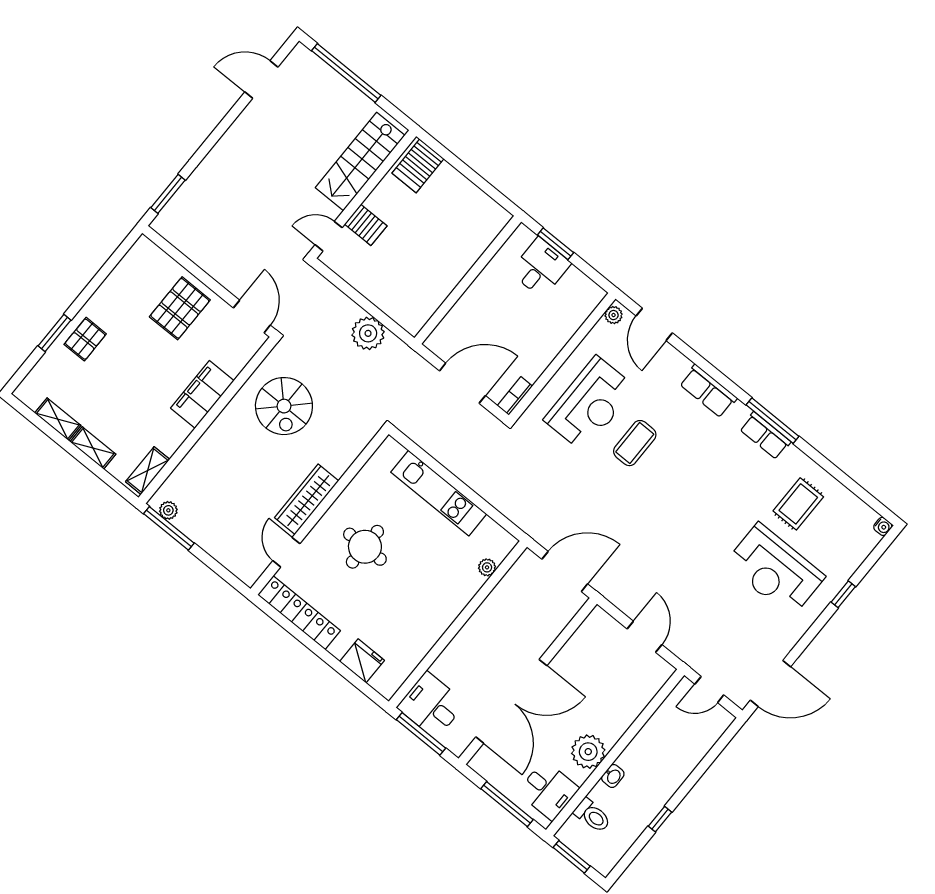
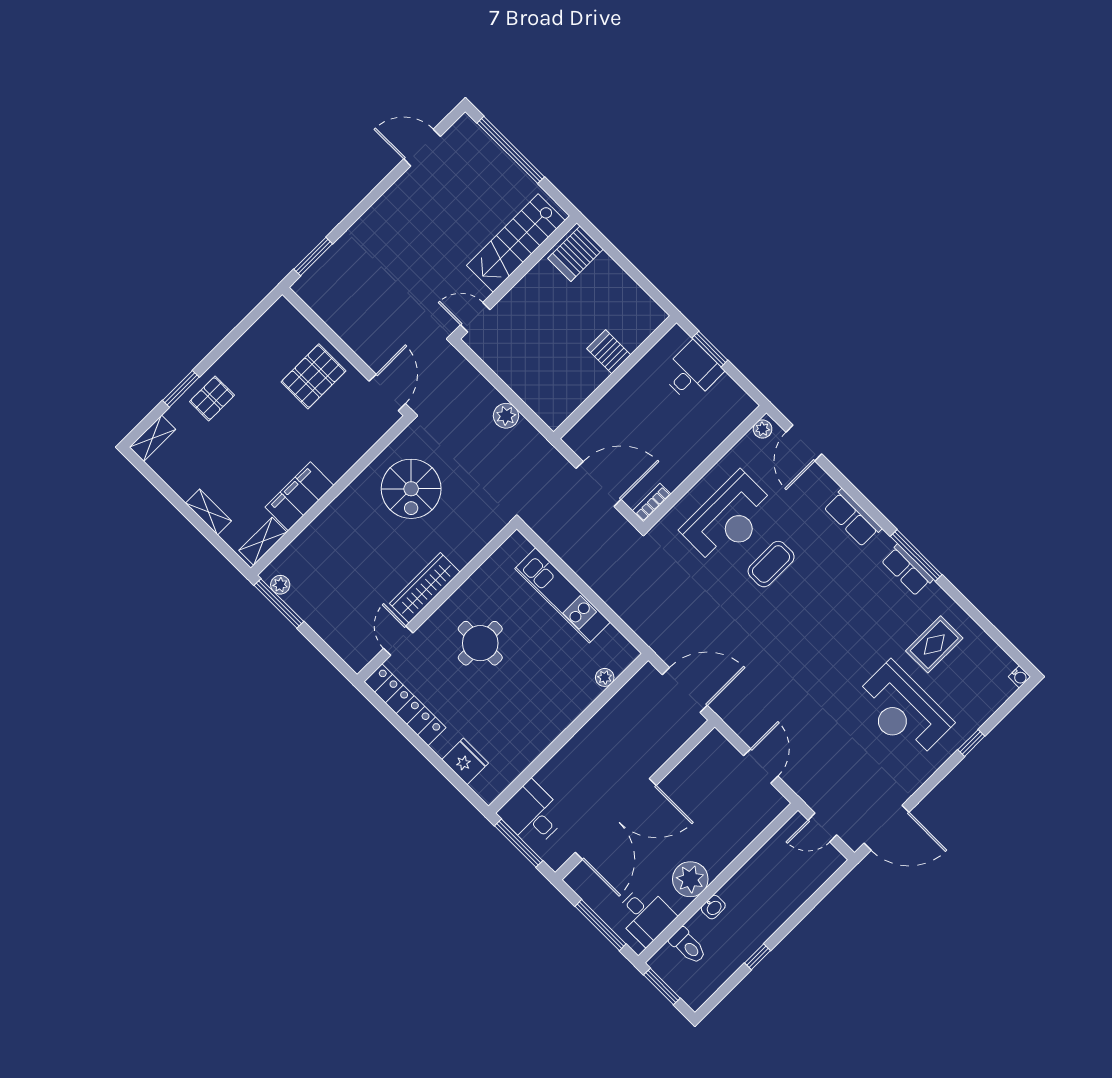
server rack: (366, 225) -> (609, 352), moved, turned 180
plant: (368, 333) -> (506, 416), width x0.73, depth x0.73
filing cabinet: (202, 394) -> (299, 496), moved
shelving: (58, 419) -> (153, 438), moved, turned 90

